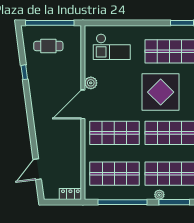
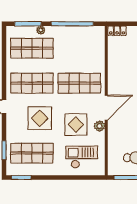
display table: (118, 85) -> (76, 125), added
display table: (161, 92) -> (40, 118), width x0.73, depth x0.73
shop shelf: (114, 174) -> (79, 48), removed

